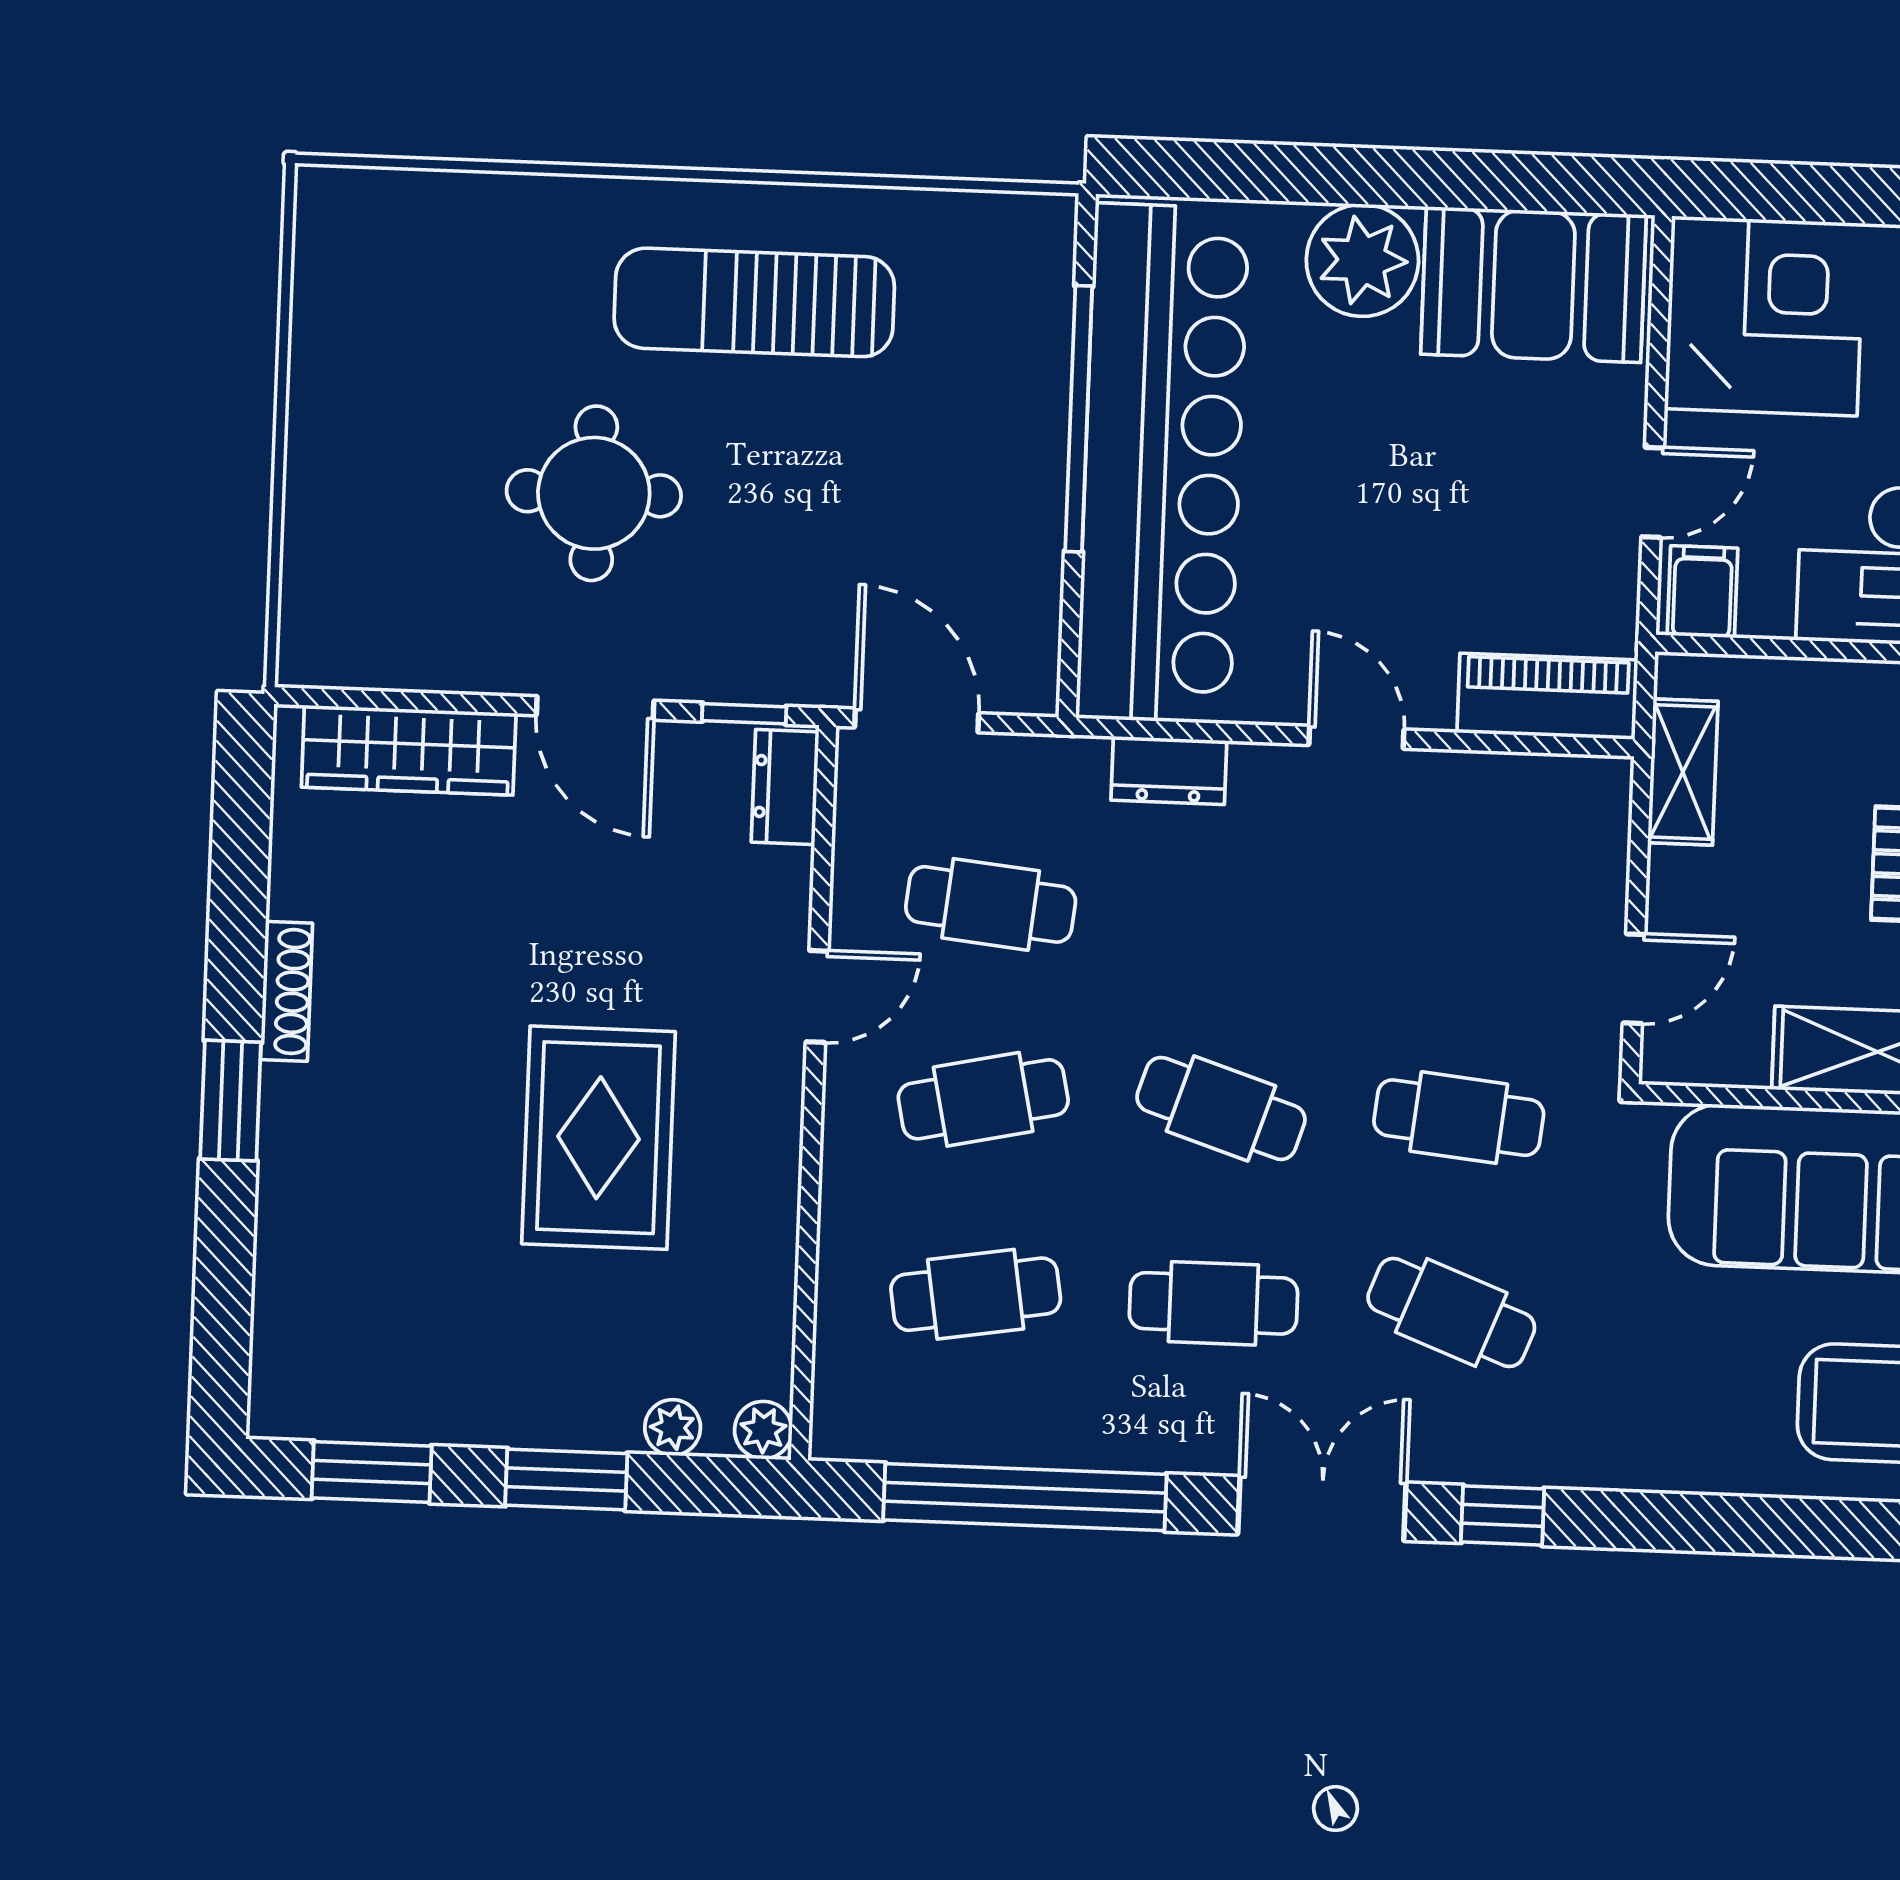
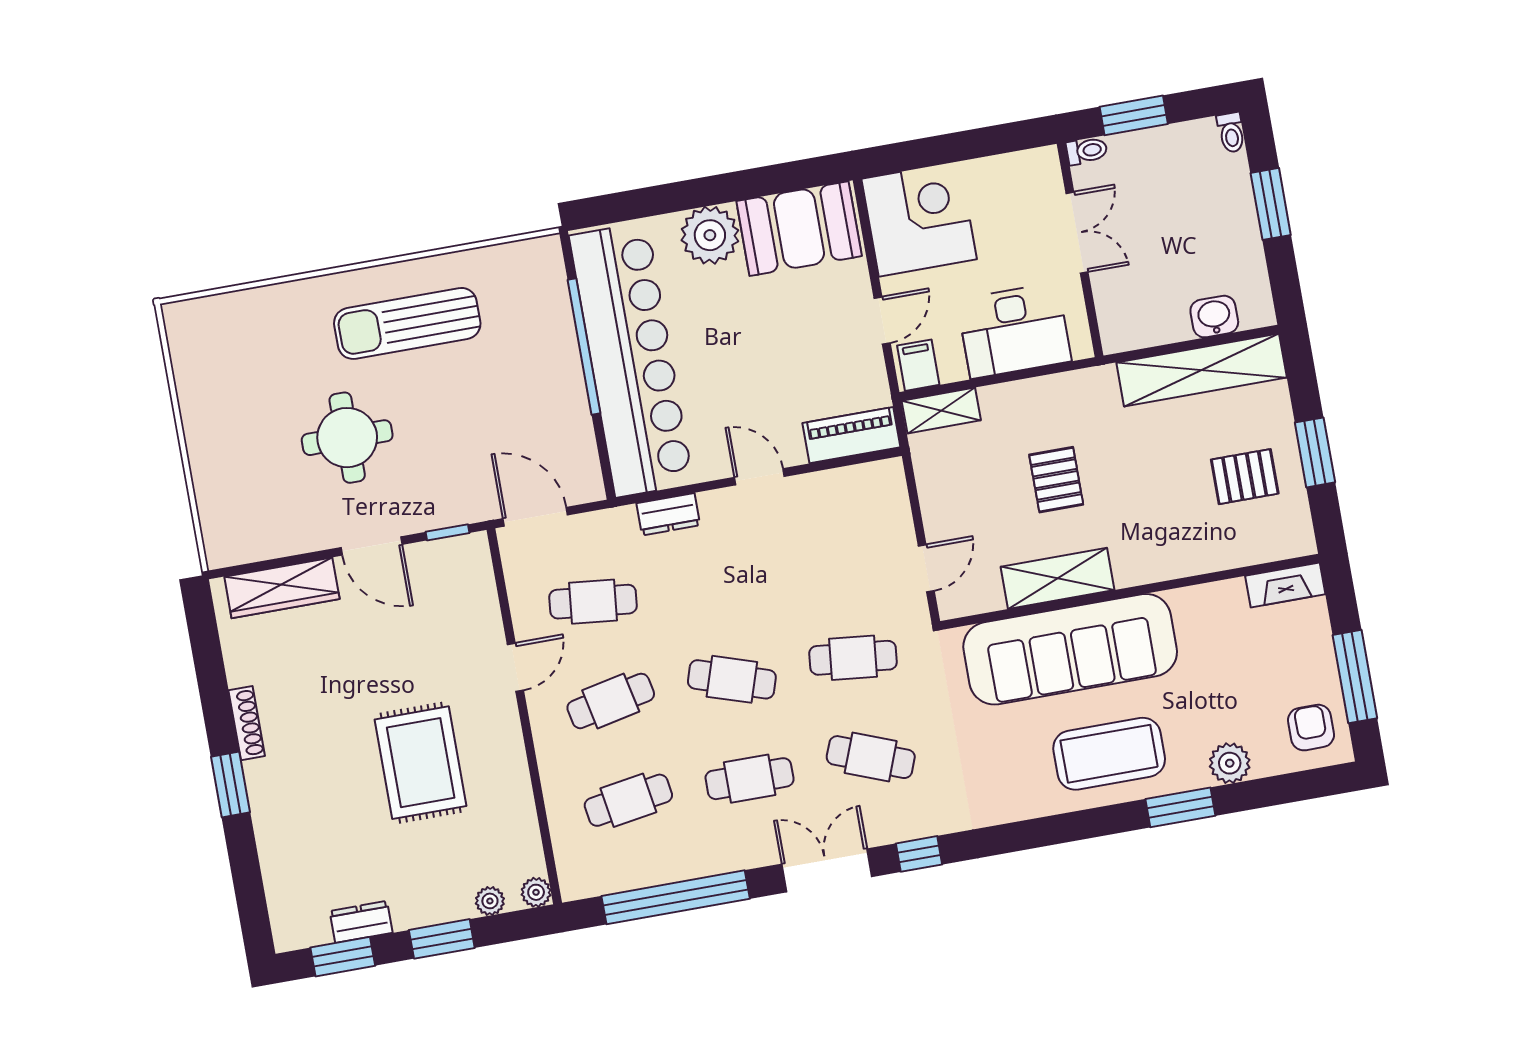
shelving: (1683, 772) -> (941, 410), moved, turned 90
dresser: (785, 787) -> (361, 922), moved, turned 90

